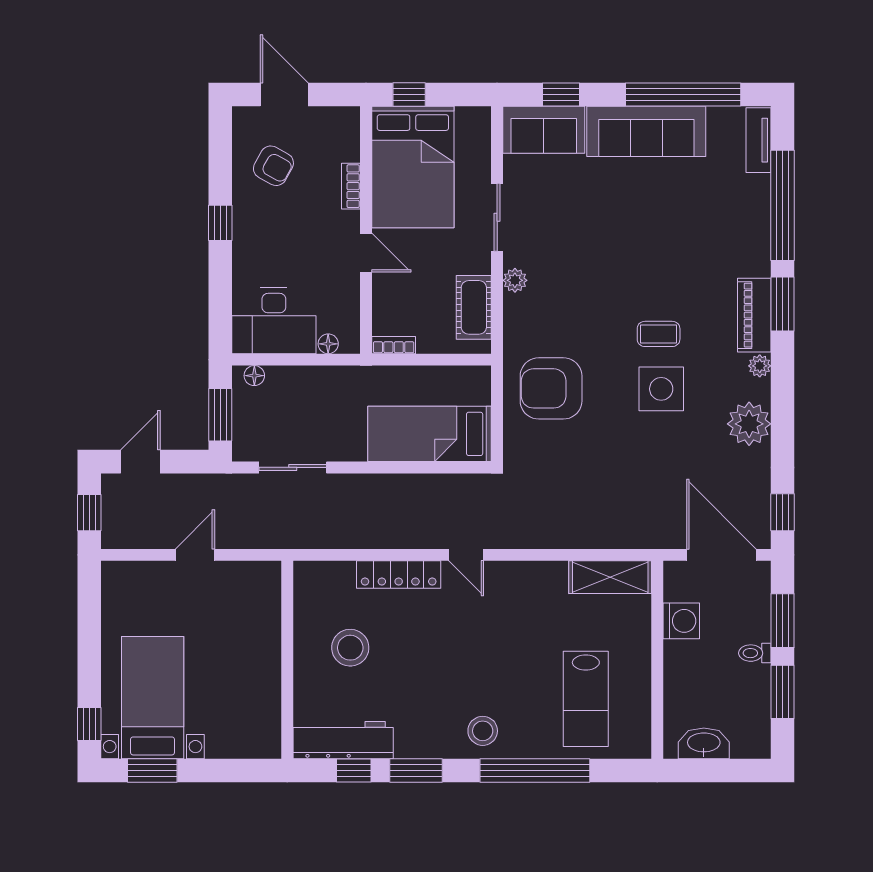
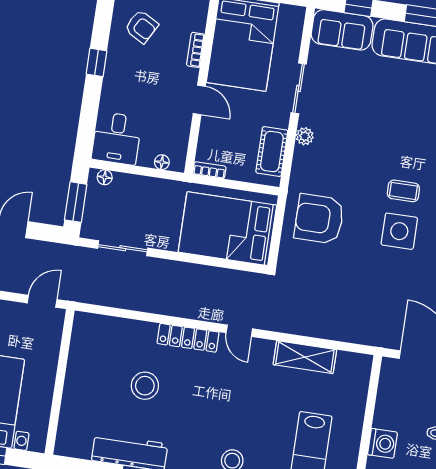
desk: (274, 321) -> (117, 138), width x0.73
bed: (430, 434) -> (227, 229), width x1.50
shelving: (610, 577) -> (305, 357), moved
washing machine: (681, 621) -> (382, 443), moved
wall: (287, 660) -> (60, 382), moved

